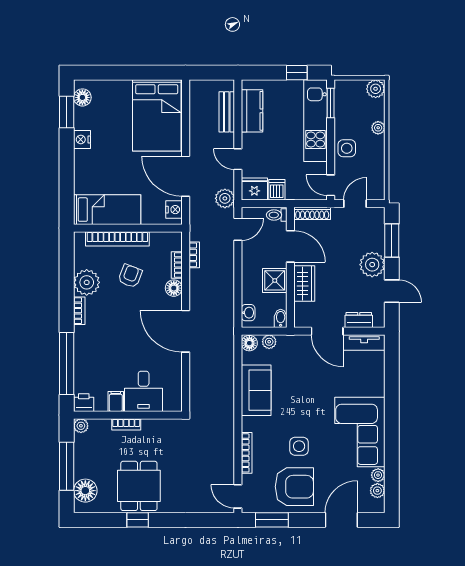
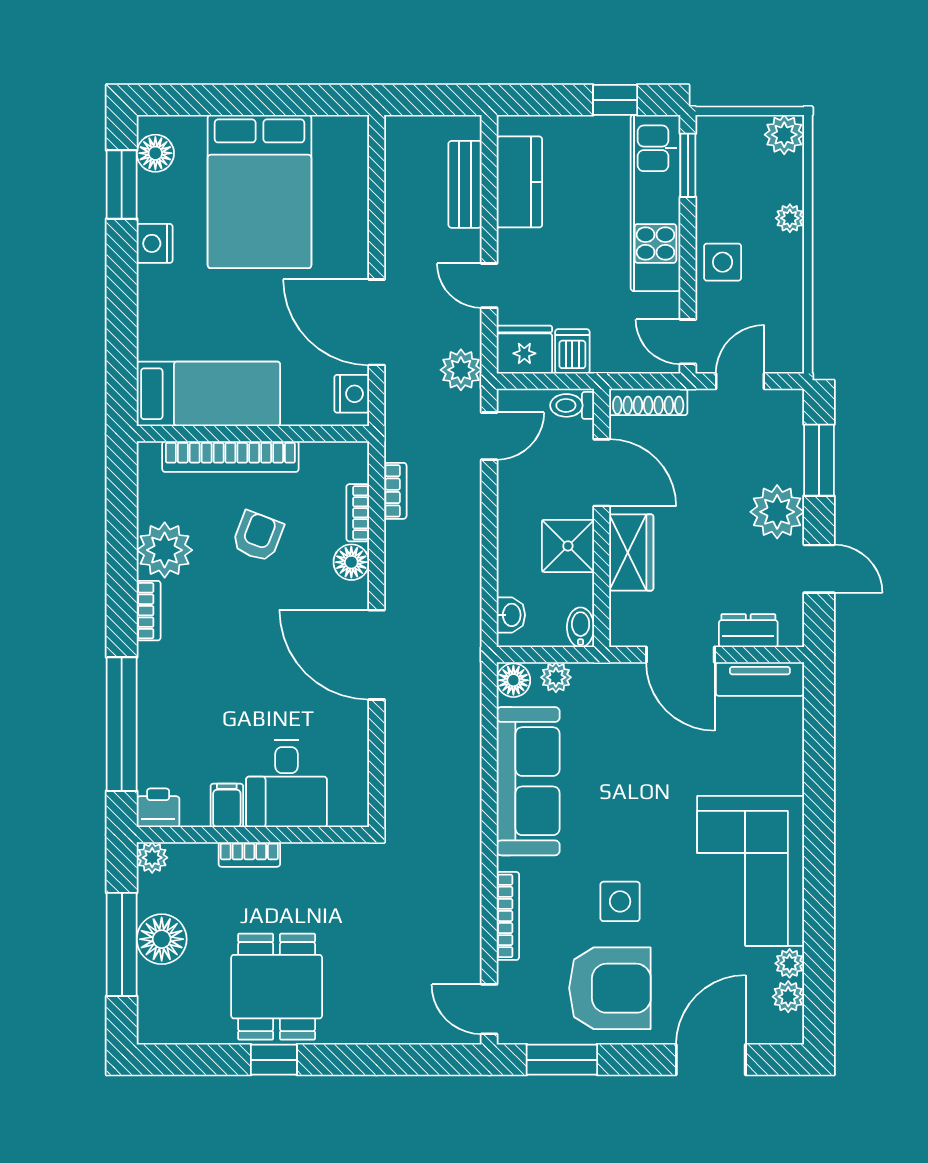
bed: (157, 115) -> (259, 192), moved
sofa: (256, 390) -> (528, 781), width x1.36
floor lamp: (85, 491) -> (162, 939), moved

